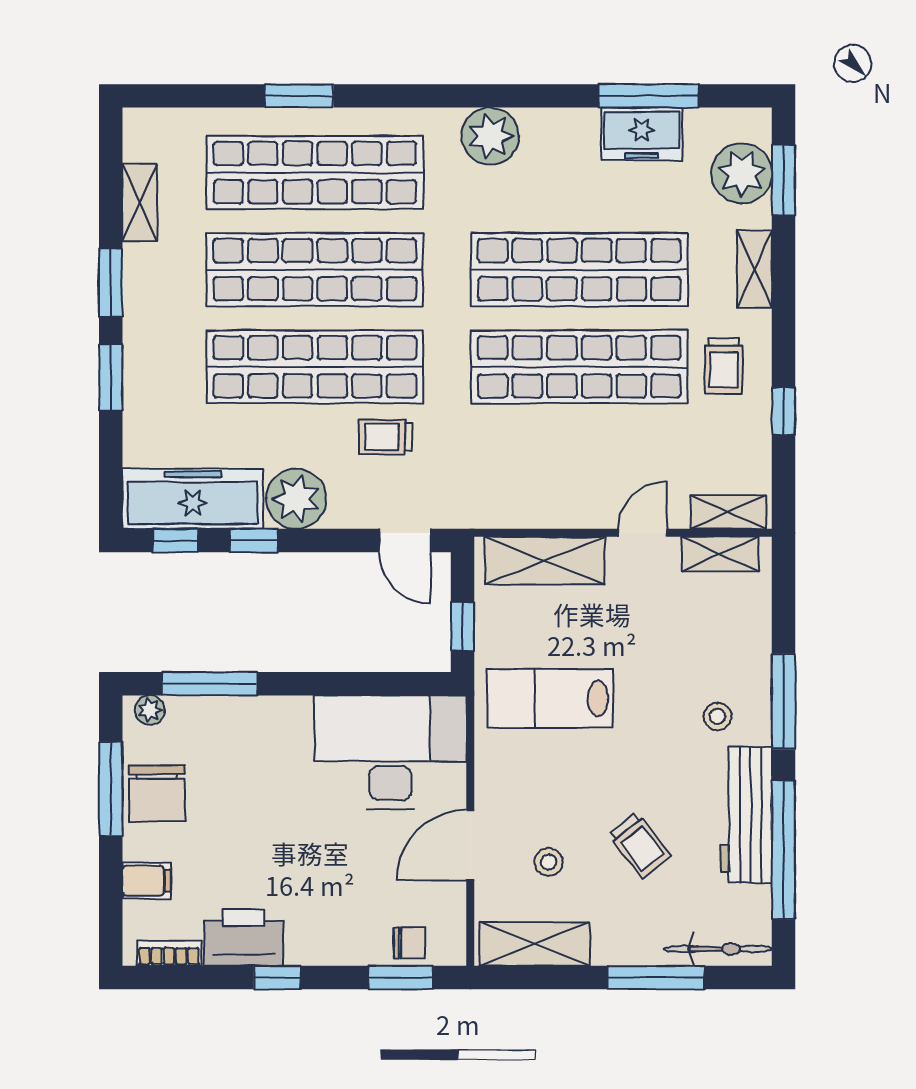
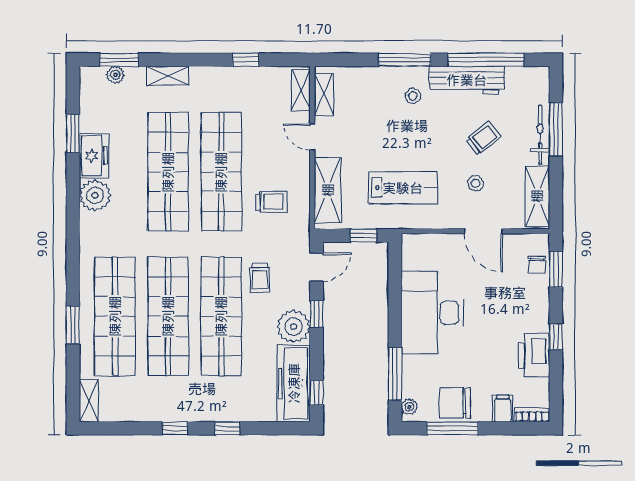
window: (649, 96) -> (73, 134), width x0.69
freezer: (642, 134) -> (94, 156), moved
plant: (490, 136) -> (95, 195), moved
plant: (742, 173) -> (115, 75), width x0.53, depth x0.53
shelving: (140, 202) -> (89, 401), moved, turned 90
window: (111, 283) -> (175, 428), width x0.67
trolley: (724, 366) -> (271, 202), moved
window: (111, 378) -> (227, 428), width x0.67
window: (254, 541) -> (317, 314), moved
lab bench: (550, 698) -> (403, 188), turned -90
desk: (390, 752) -> (432, 313), moved
chair: (157, 793) -> (455, 403), turned 180
stool: (549, 862) -> (475, 183), moved
chair: (409, 943) -> (537, 265), turned 180
bicycle: (718, 949) -> (540, 135), moved
bookcase: (169, 953) -> (532, 415), moved, turned 90

